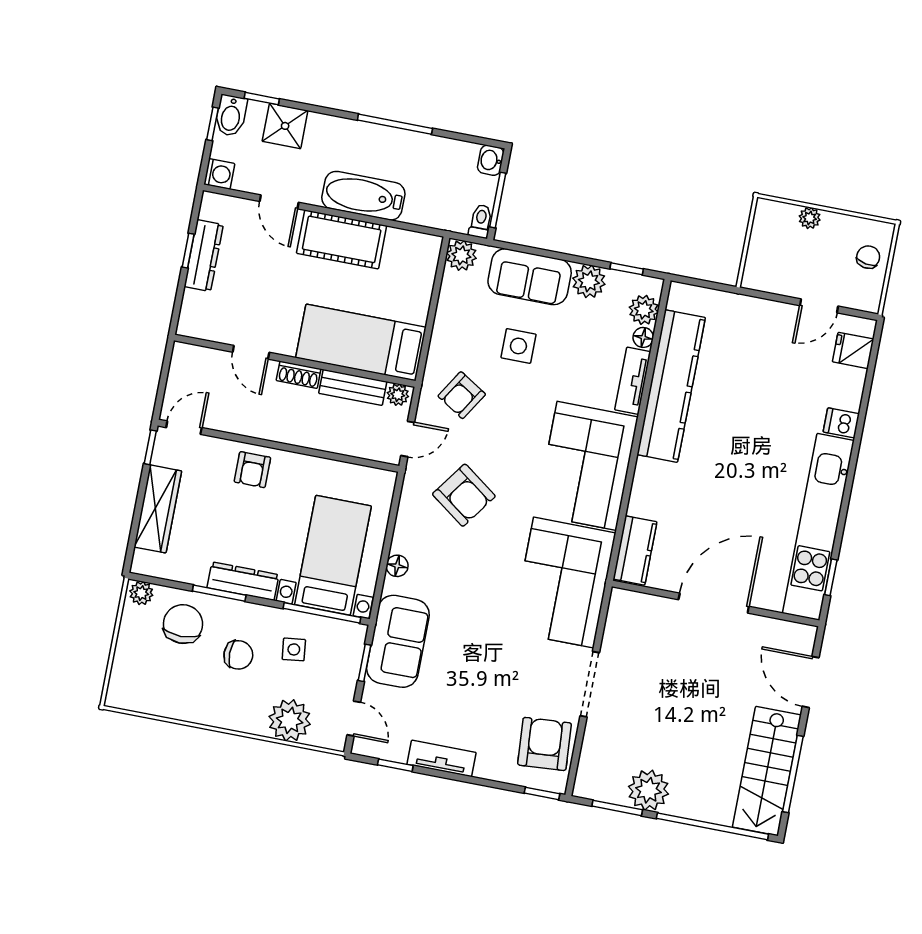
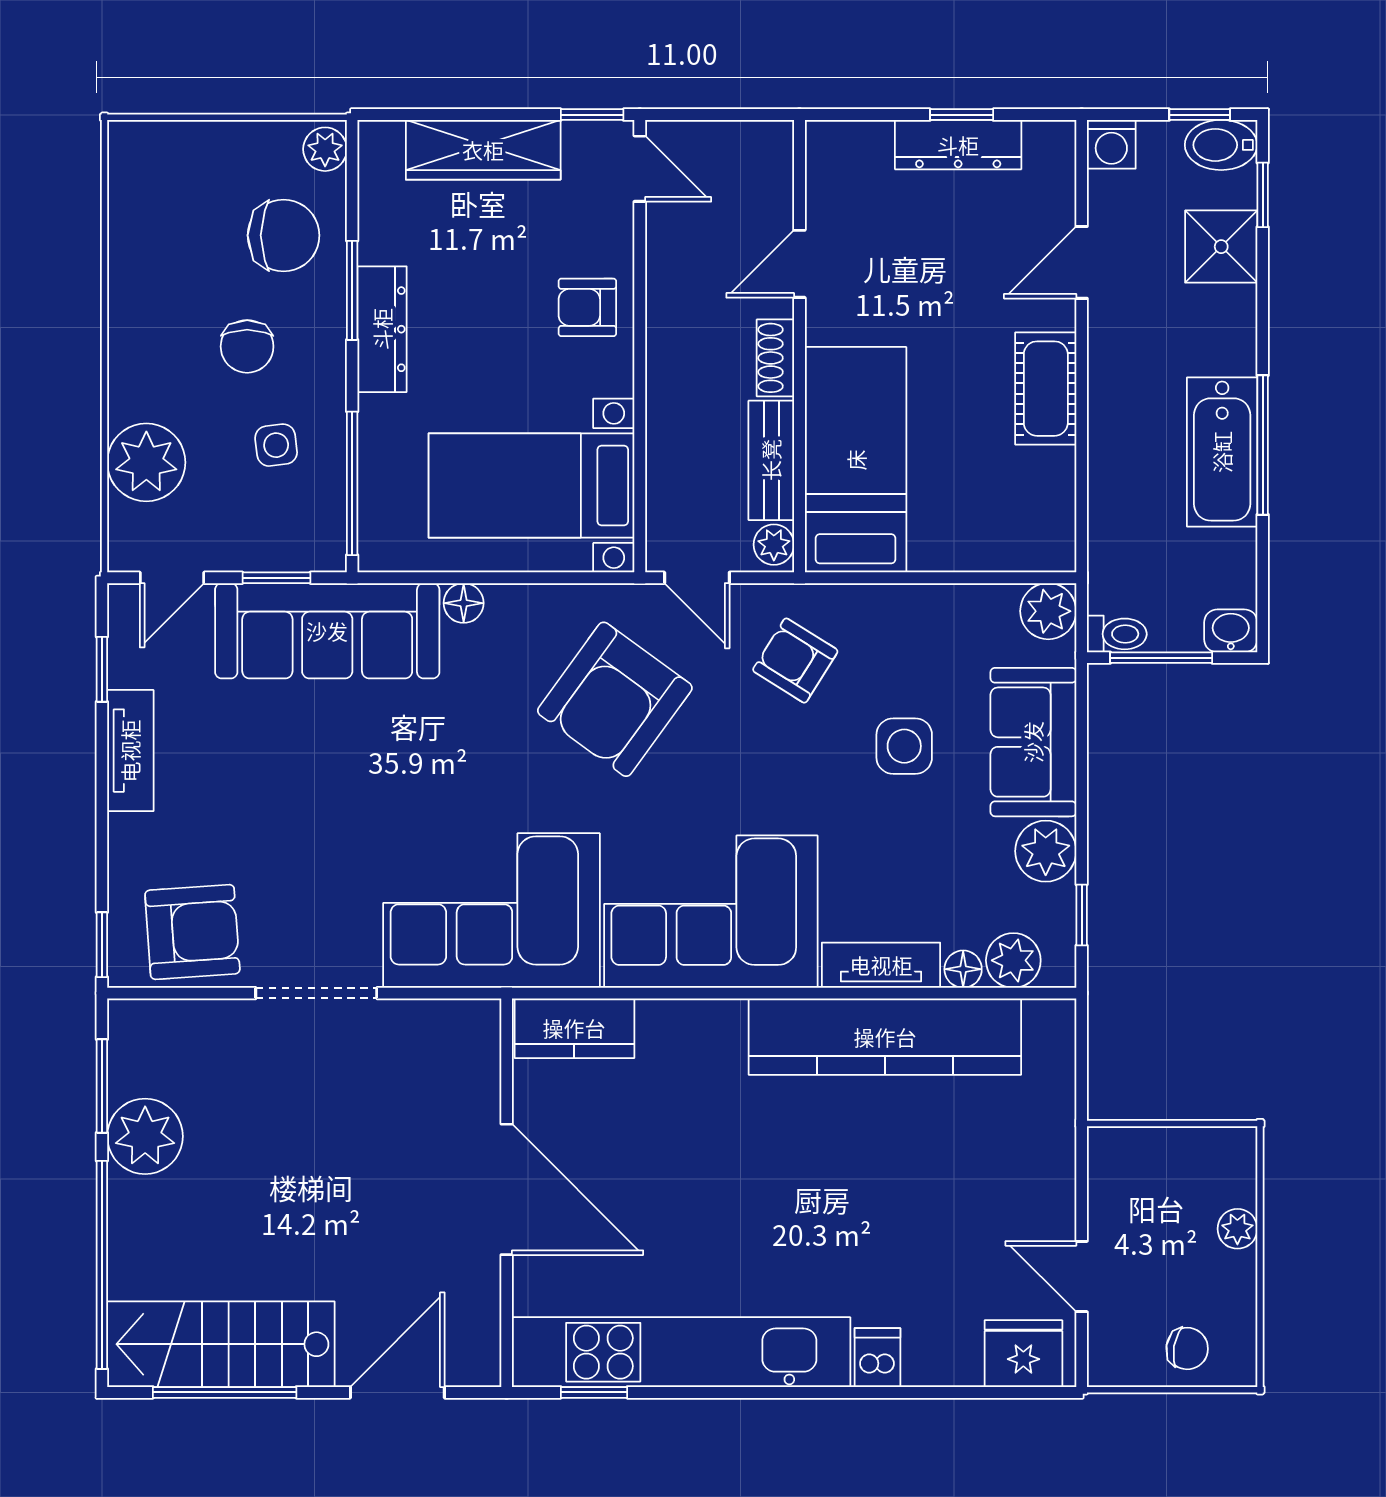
bathtub: (363, 196) -> (1222, 452), moved, turned 180
cot: (342, 239) -> (1046, 389), width x0.73, depth x0.75
fridge: (853, 350) -> (1023, 1354), width x1.38
armchair: (464, 495) -> (615, 699), width x1.36, depth x1.36
bed with nightstands: (333, 555) -> (531, 486), moved, turned 180
sofa: (398, 641) -> (327, 631), width x1.36

